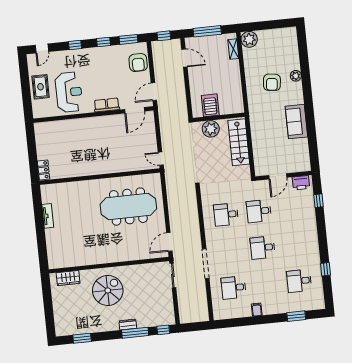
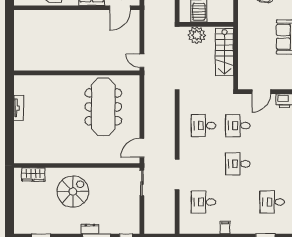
locker: (44, 170) -> (19, 60), removed
meeting table: (128, 207) -> (103, 107), turned 90

